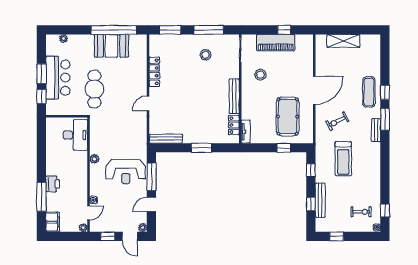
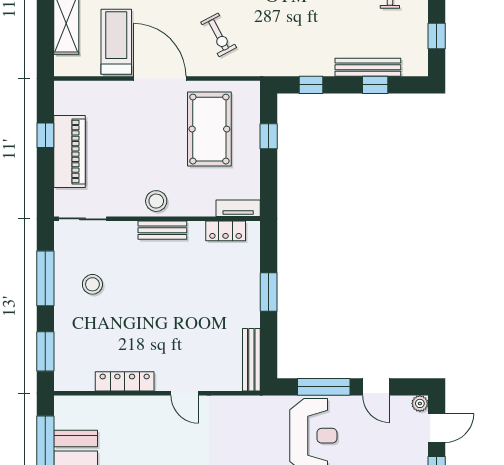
stool: (261, 75) -> (156, 201), moved
bench: (234, 96) -> (162, 230), width x0.73
pool table: (288, 117) -> (209, 129), turned 90
treadmill: (343, 159) -> (116, 42), moved, turned -90

